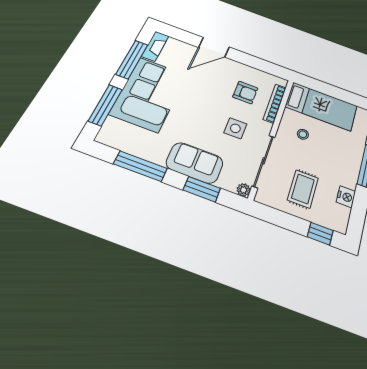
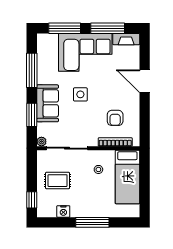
side table: (235, 128) -> (80, 94), moved

